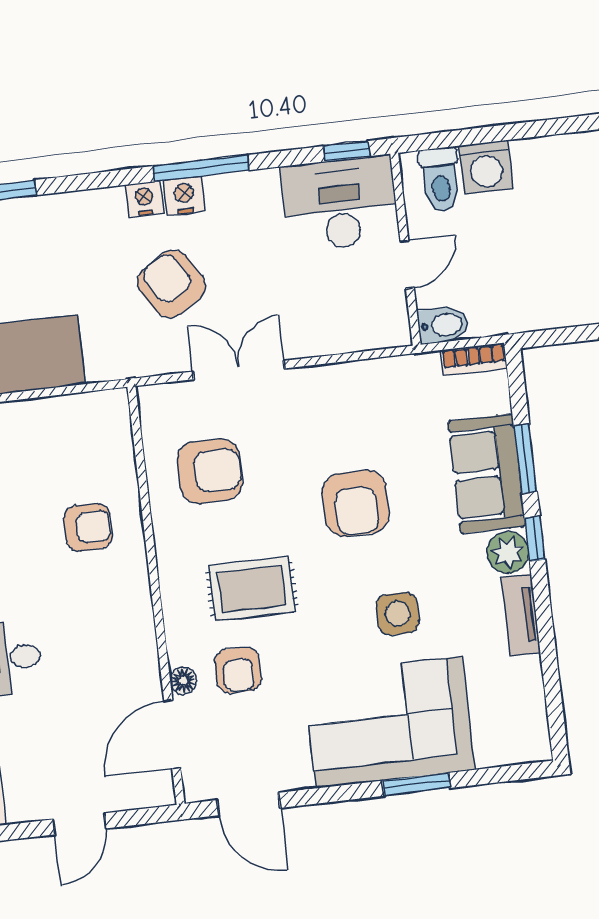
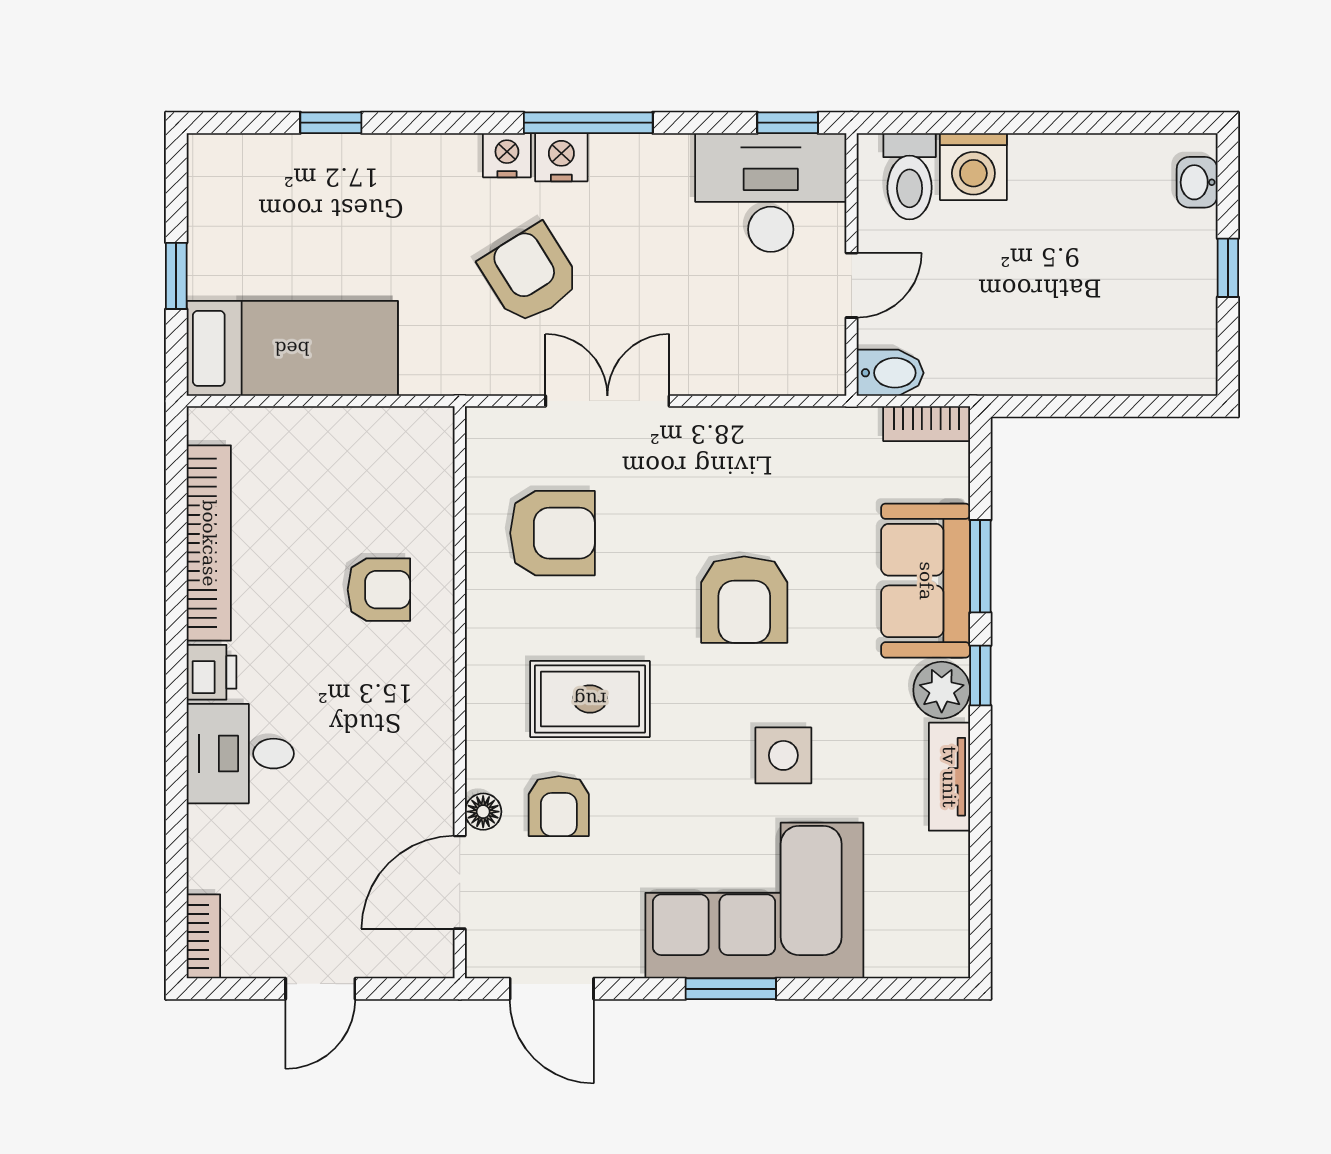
window: (417, 784) -> (731, 989), moved

